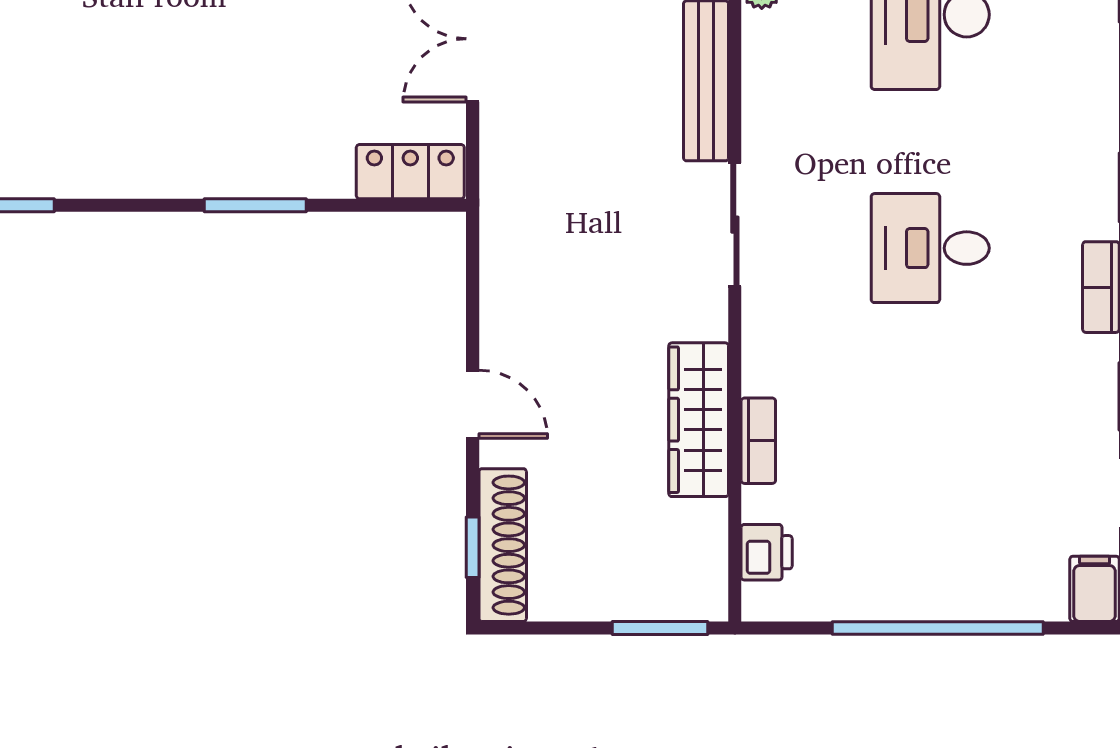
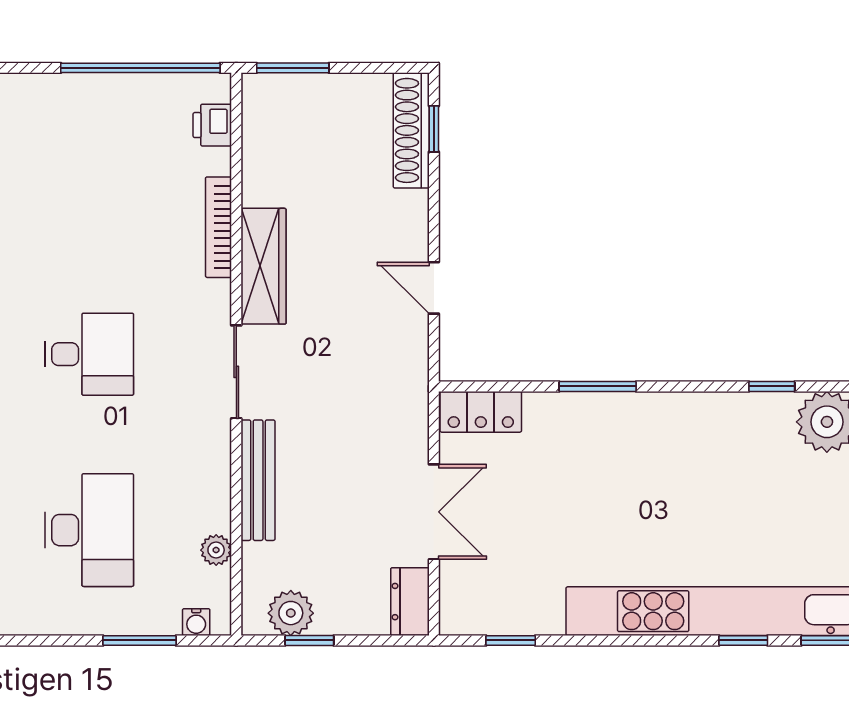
door: (473, 404) -> (434, 288), moved
wardrobe: (699, 420) -> (264, 266), moved
bookcase: (758, 441) -> (219, 227), width x1.56
window: (938, 628) -> (140, 68), moved

